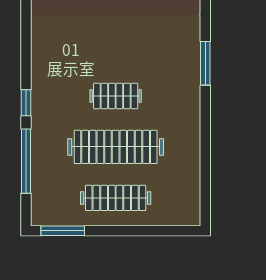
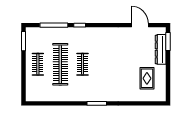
clothes rail: (116, 198) -> (38, 64), width x0.73

